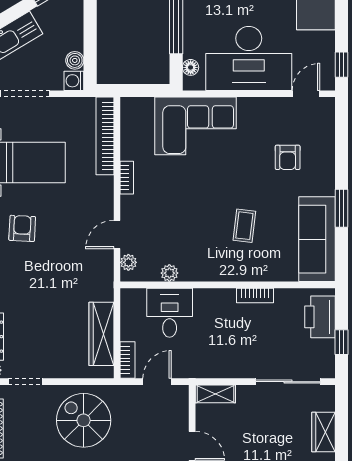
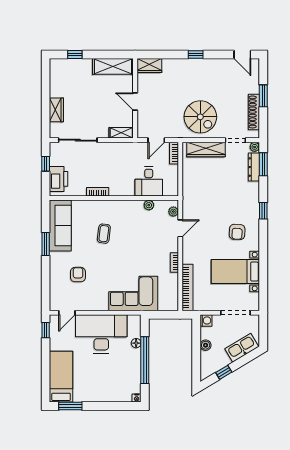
boiler: (75, 60) -> (206, 345), moved
floor lamp: (191, 67) -> (136, 343), moved
wardrobe: (101, 334) -> (206, 149), moved, turned 90

